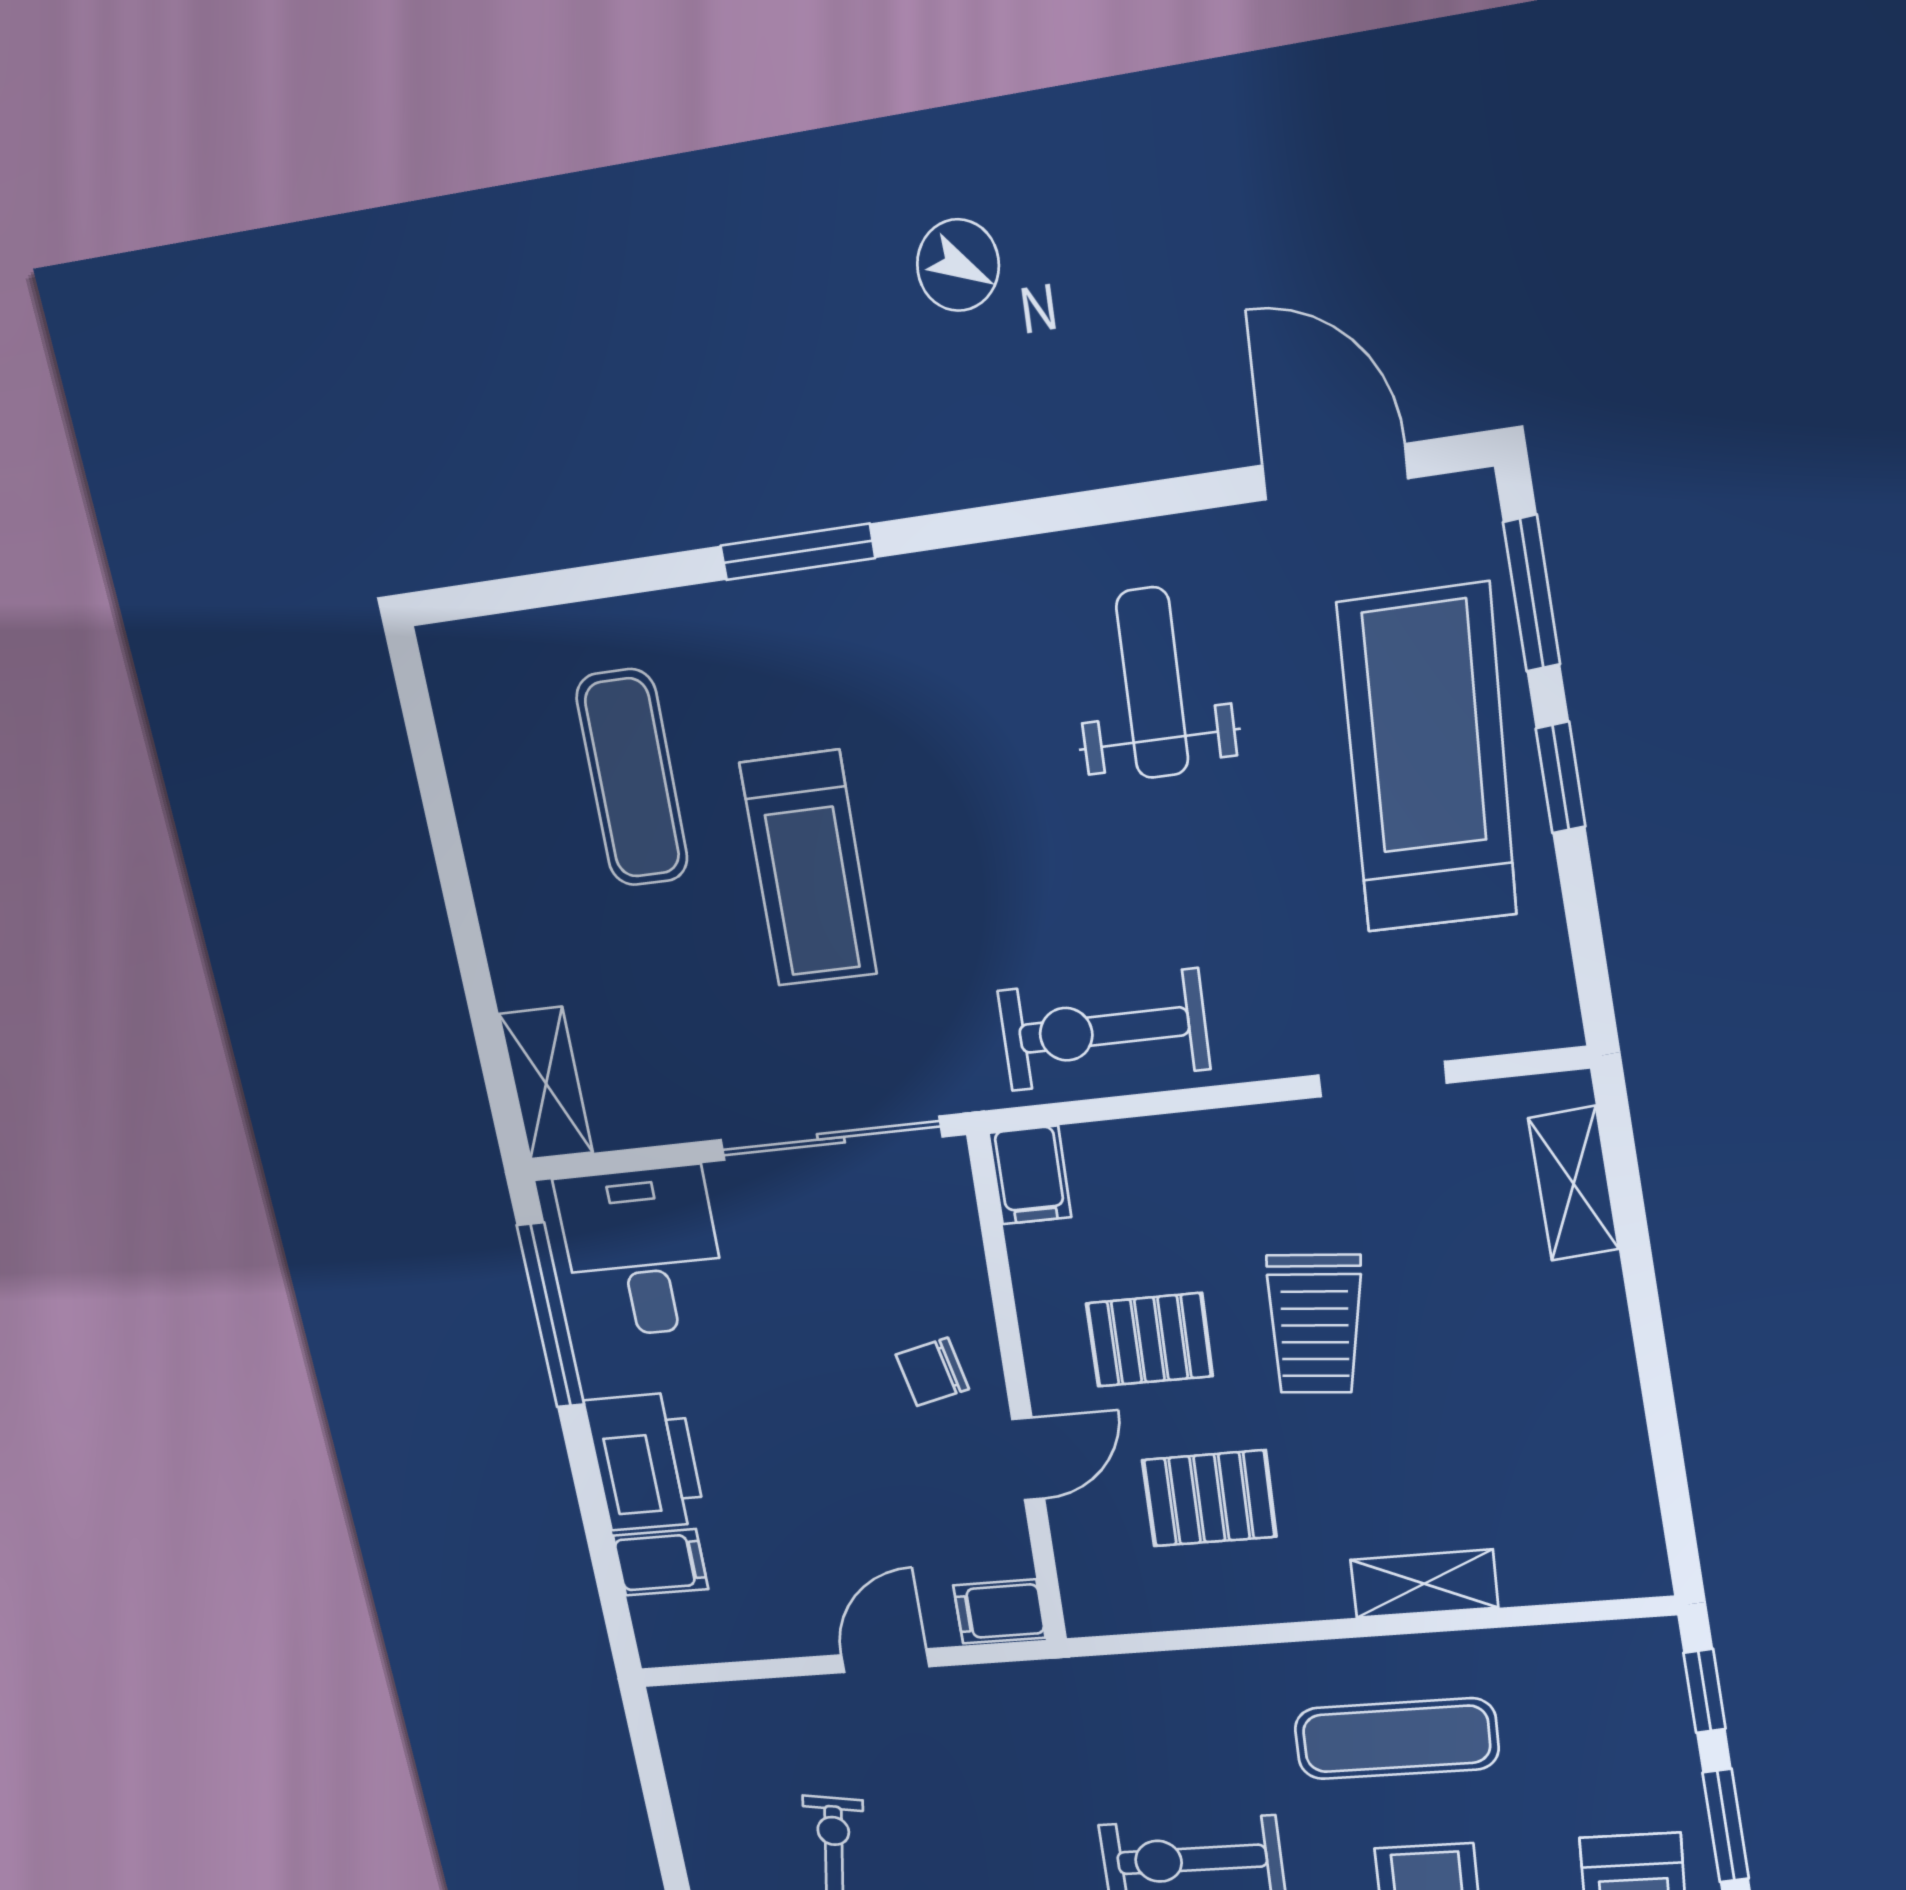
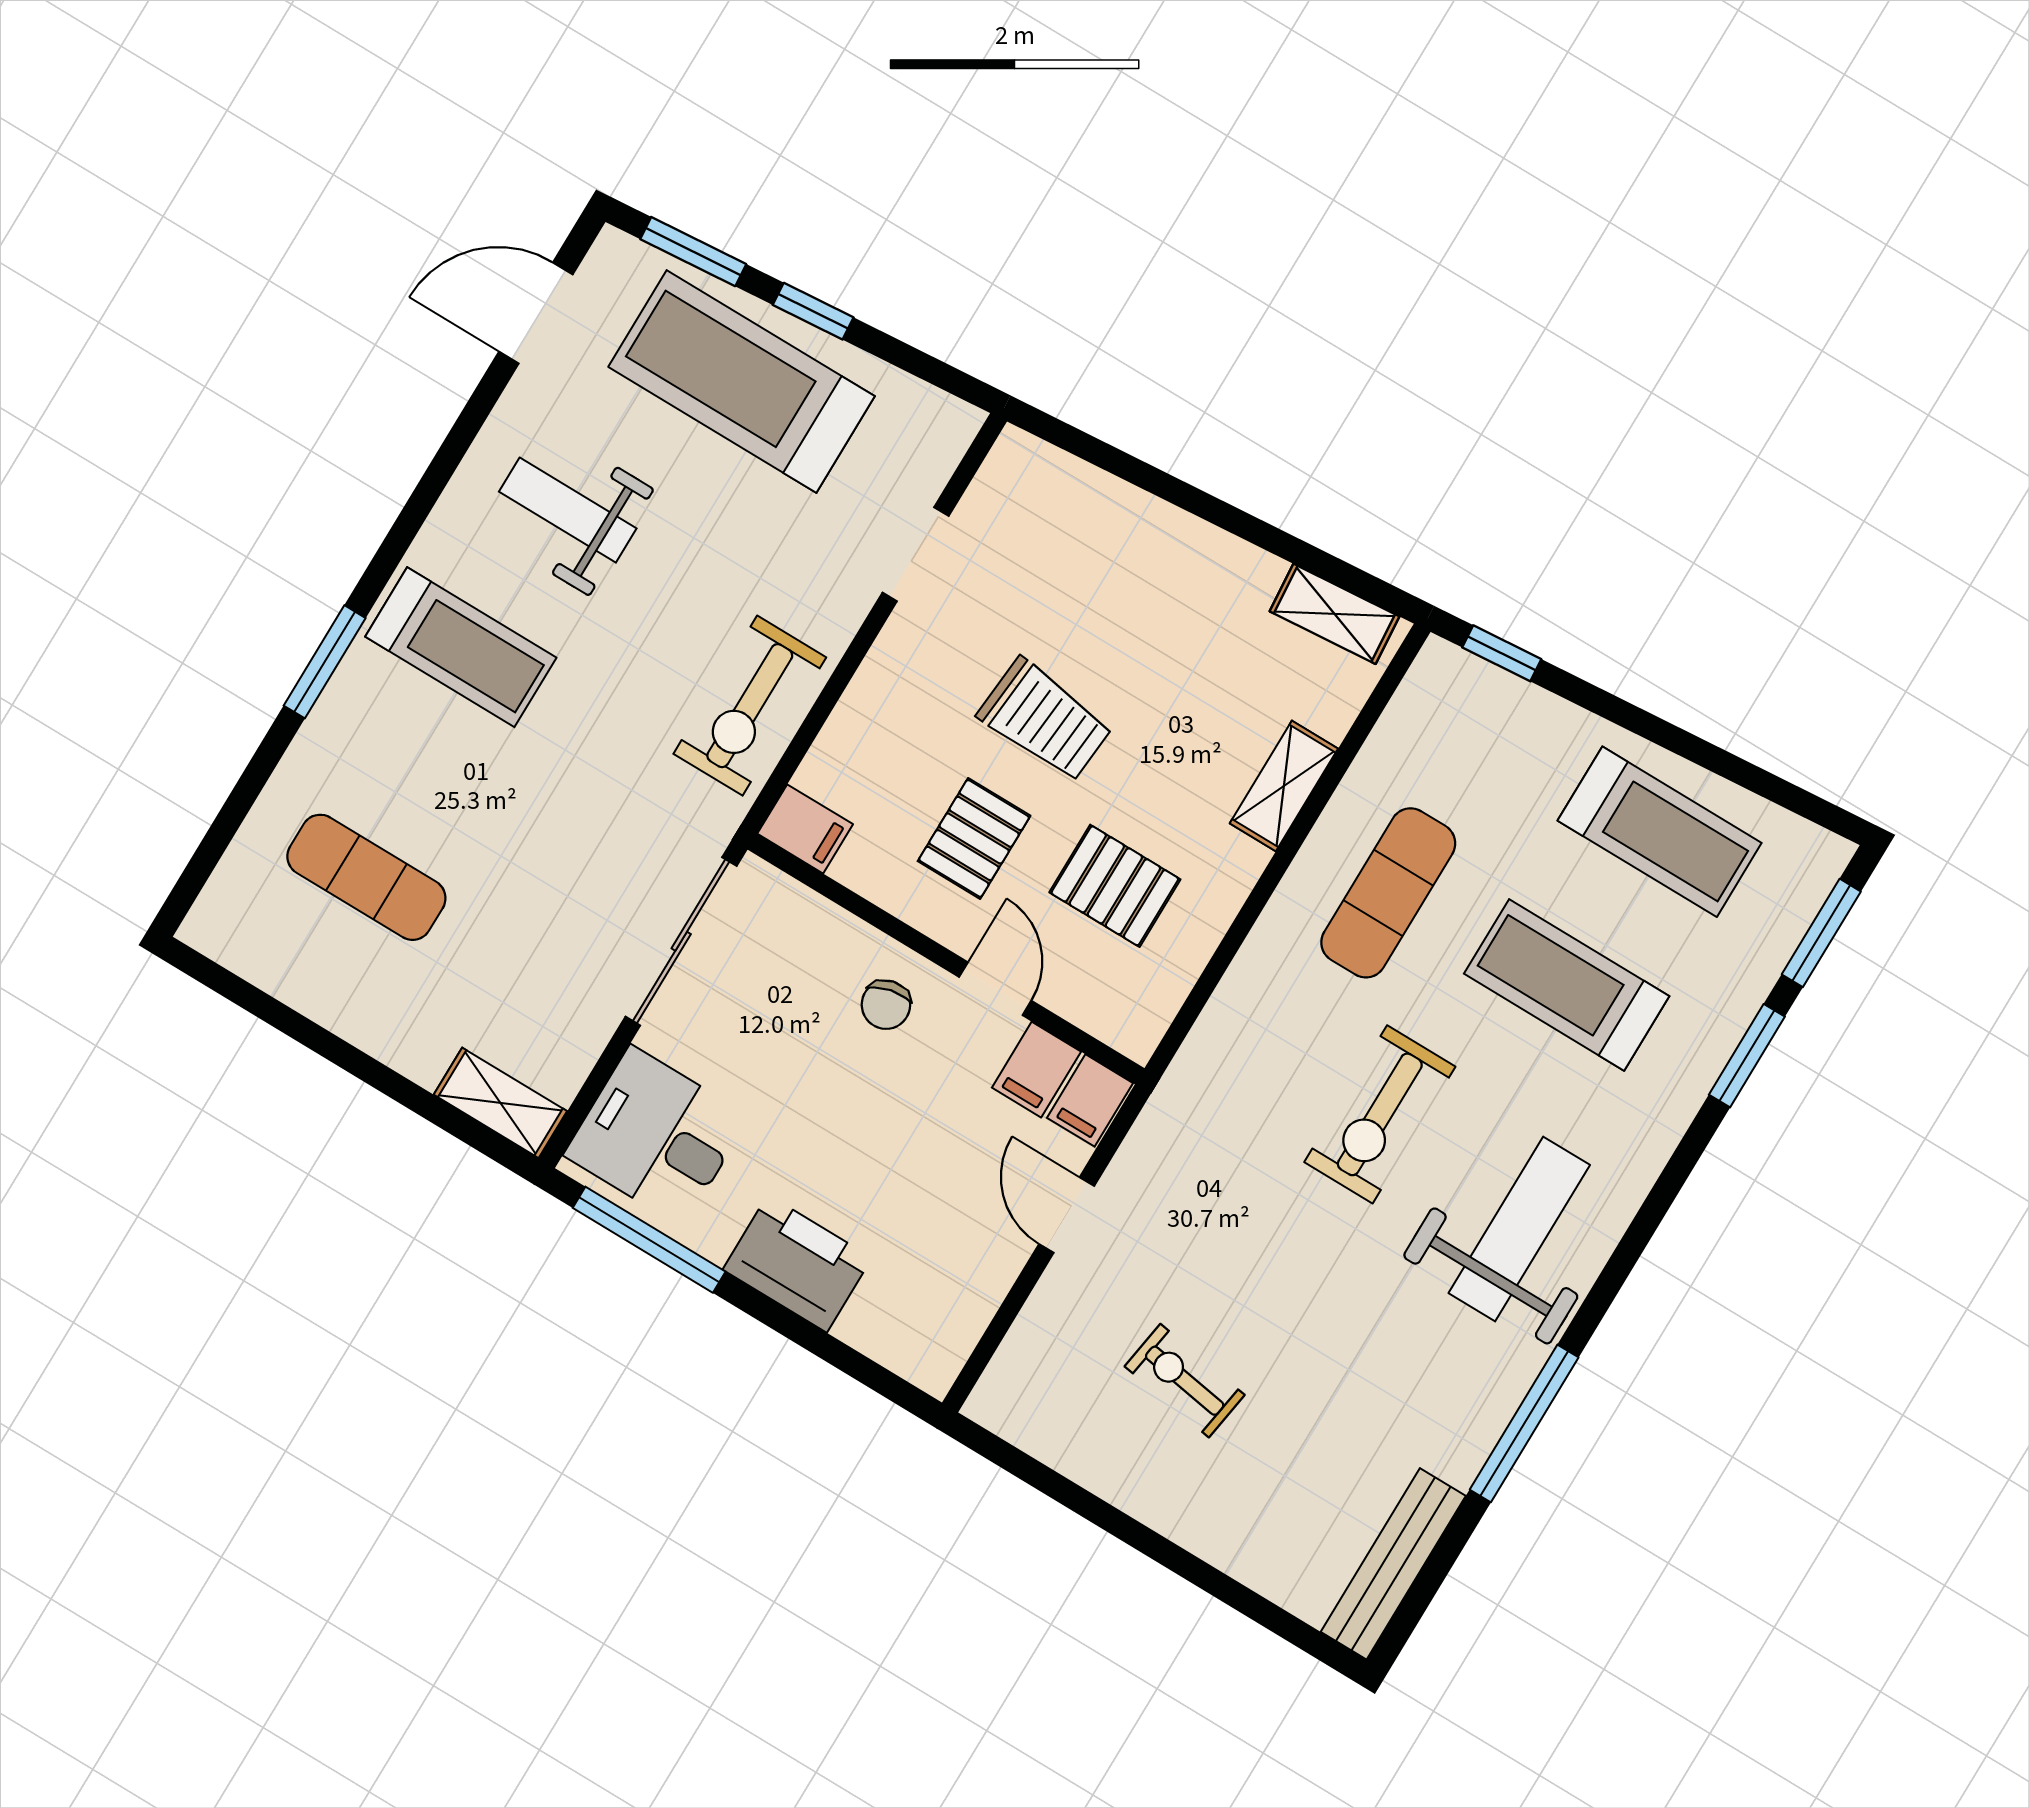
treadmill: (809, 869) -> (461, 647), moved
shelving: (1574, 1184) -> (1335, 614), moved
pallet: (1209, 1498) -> (1115, 886), turned 90
filing cabinet: (661, 1562) -> (1036, 1070), moved, turned 180
window: (1726, 1826) -> (1619, 712), removed

